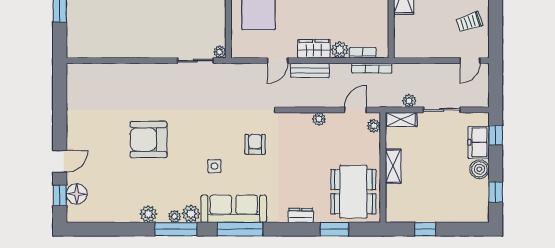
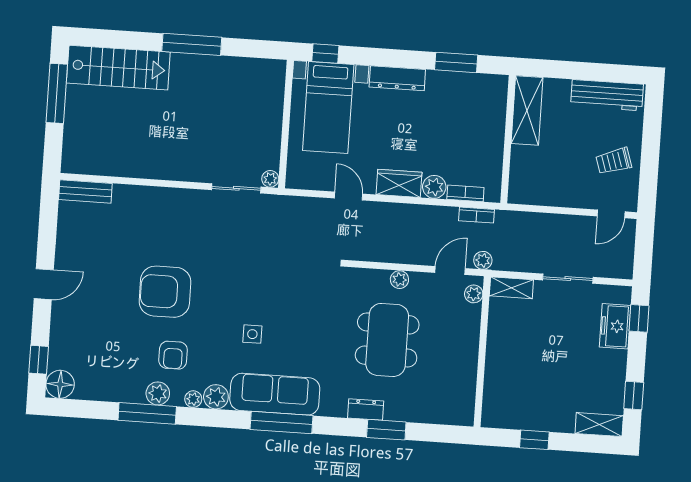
door: (278, 61) -> (349, 196), swing flipped
bookcase: (372, 68) -> (476, 215), width x0.64
bench: (310, 70) -> (85, 191), moved
plant: (409, 101) -> (483, 260), moved
armchair: (255, 144) -> (173, 355), moved, turned 180
door: (60, 161) -> (44, 284), moved
shelving: (393, 166) -> (599, 425), moved, turned 90
boiler: (479, 169) -> (614, 363), removed
dining table: (353, 192) -> (387, 340), moved
floor lamp: (77, 194) -> (60, 384), moved
window: (176, 229) -> (147, 413), moved
window: (334, 229) -> (386, 430), moved

